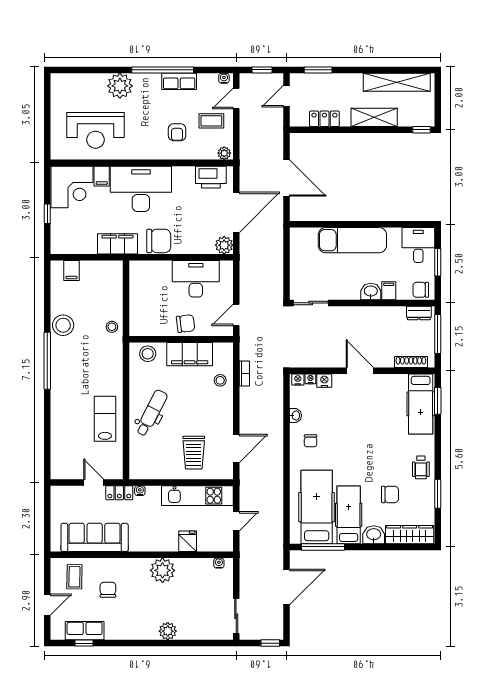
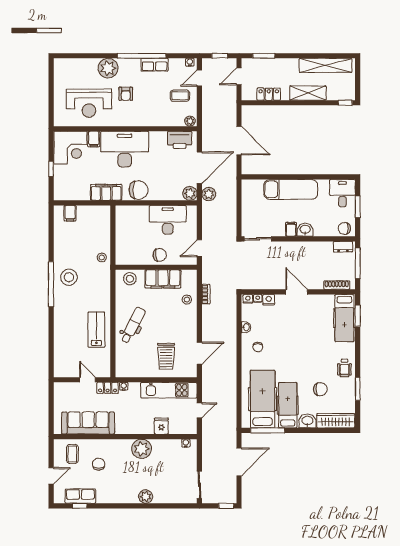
armchair: (177, 132) -> (126, 94), moved
plant: (248, 246) -> (209, 194), added
filing cabinet: (389, 291) -> (291, 229), moved
stool: (63, 325) -> (69, 277), moved

